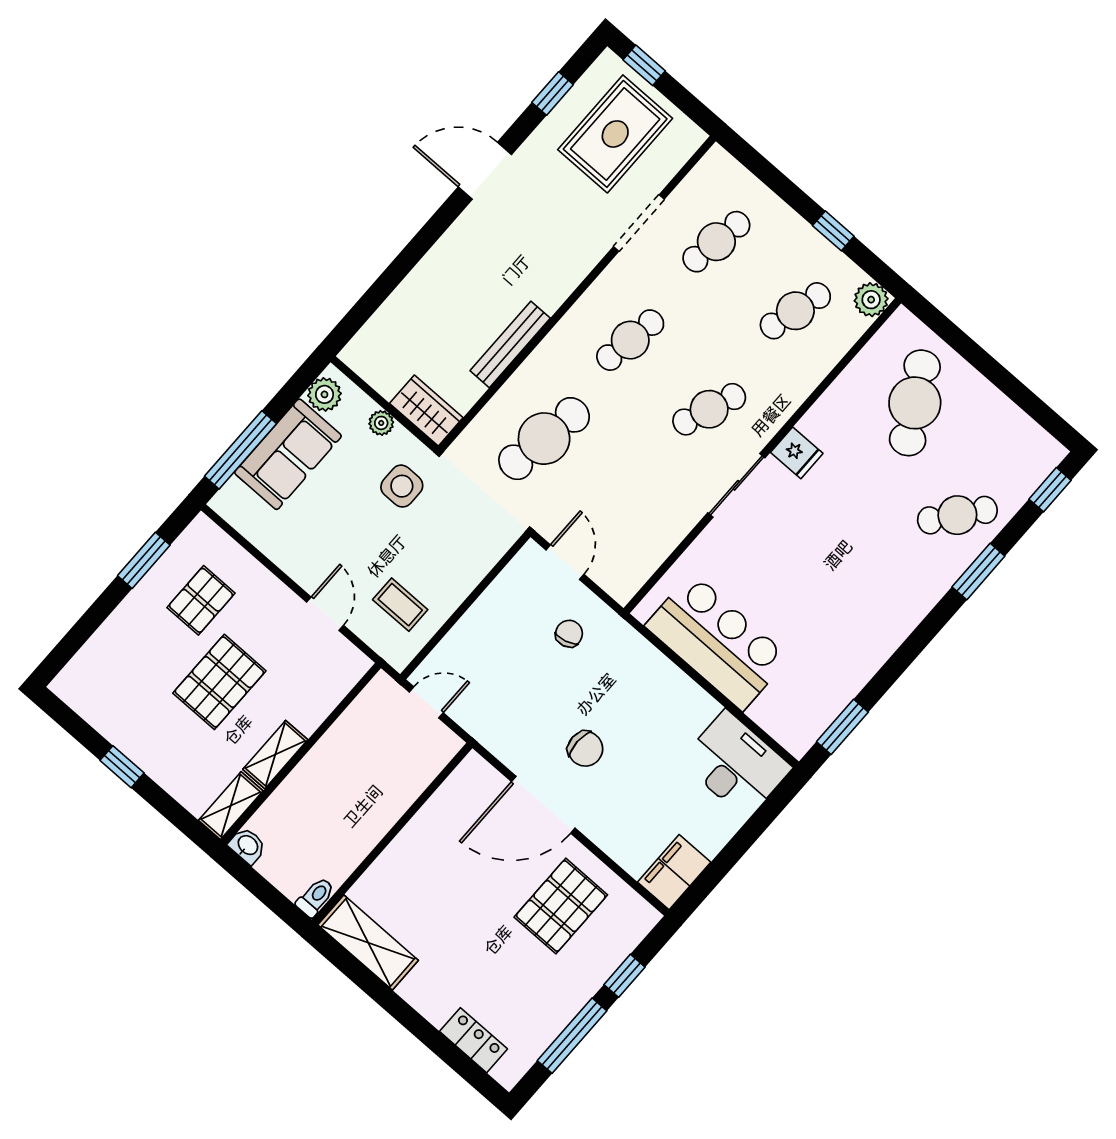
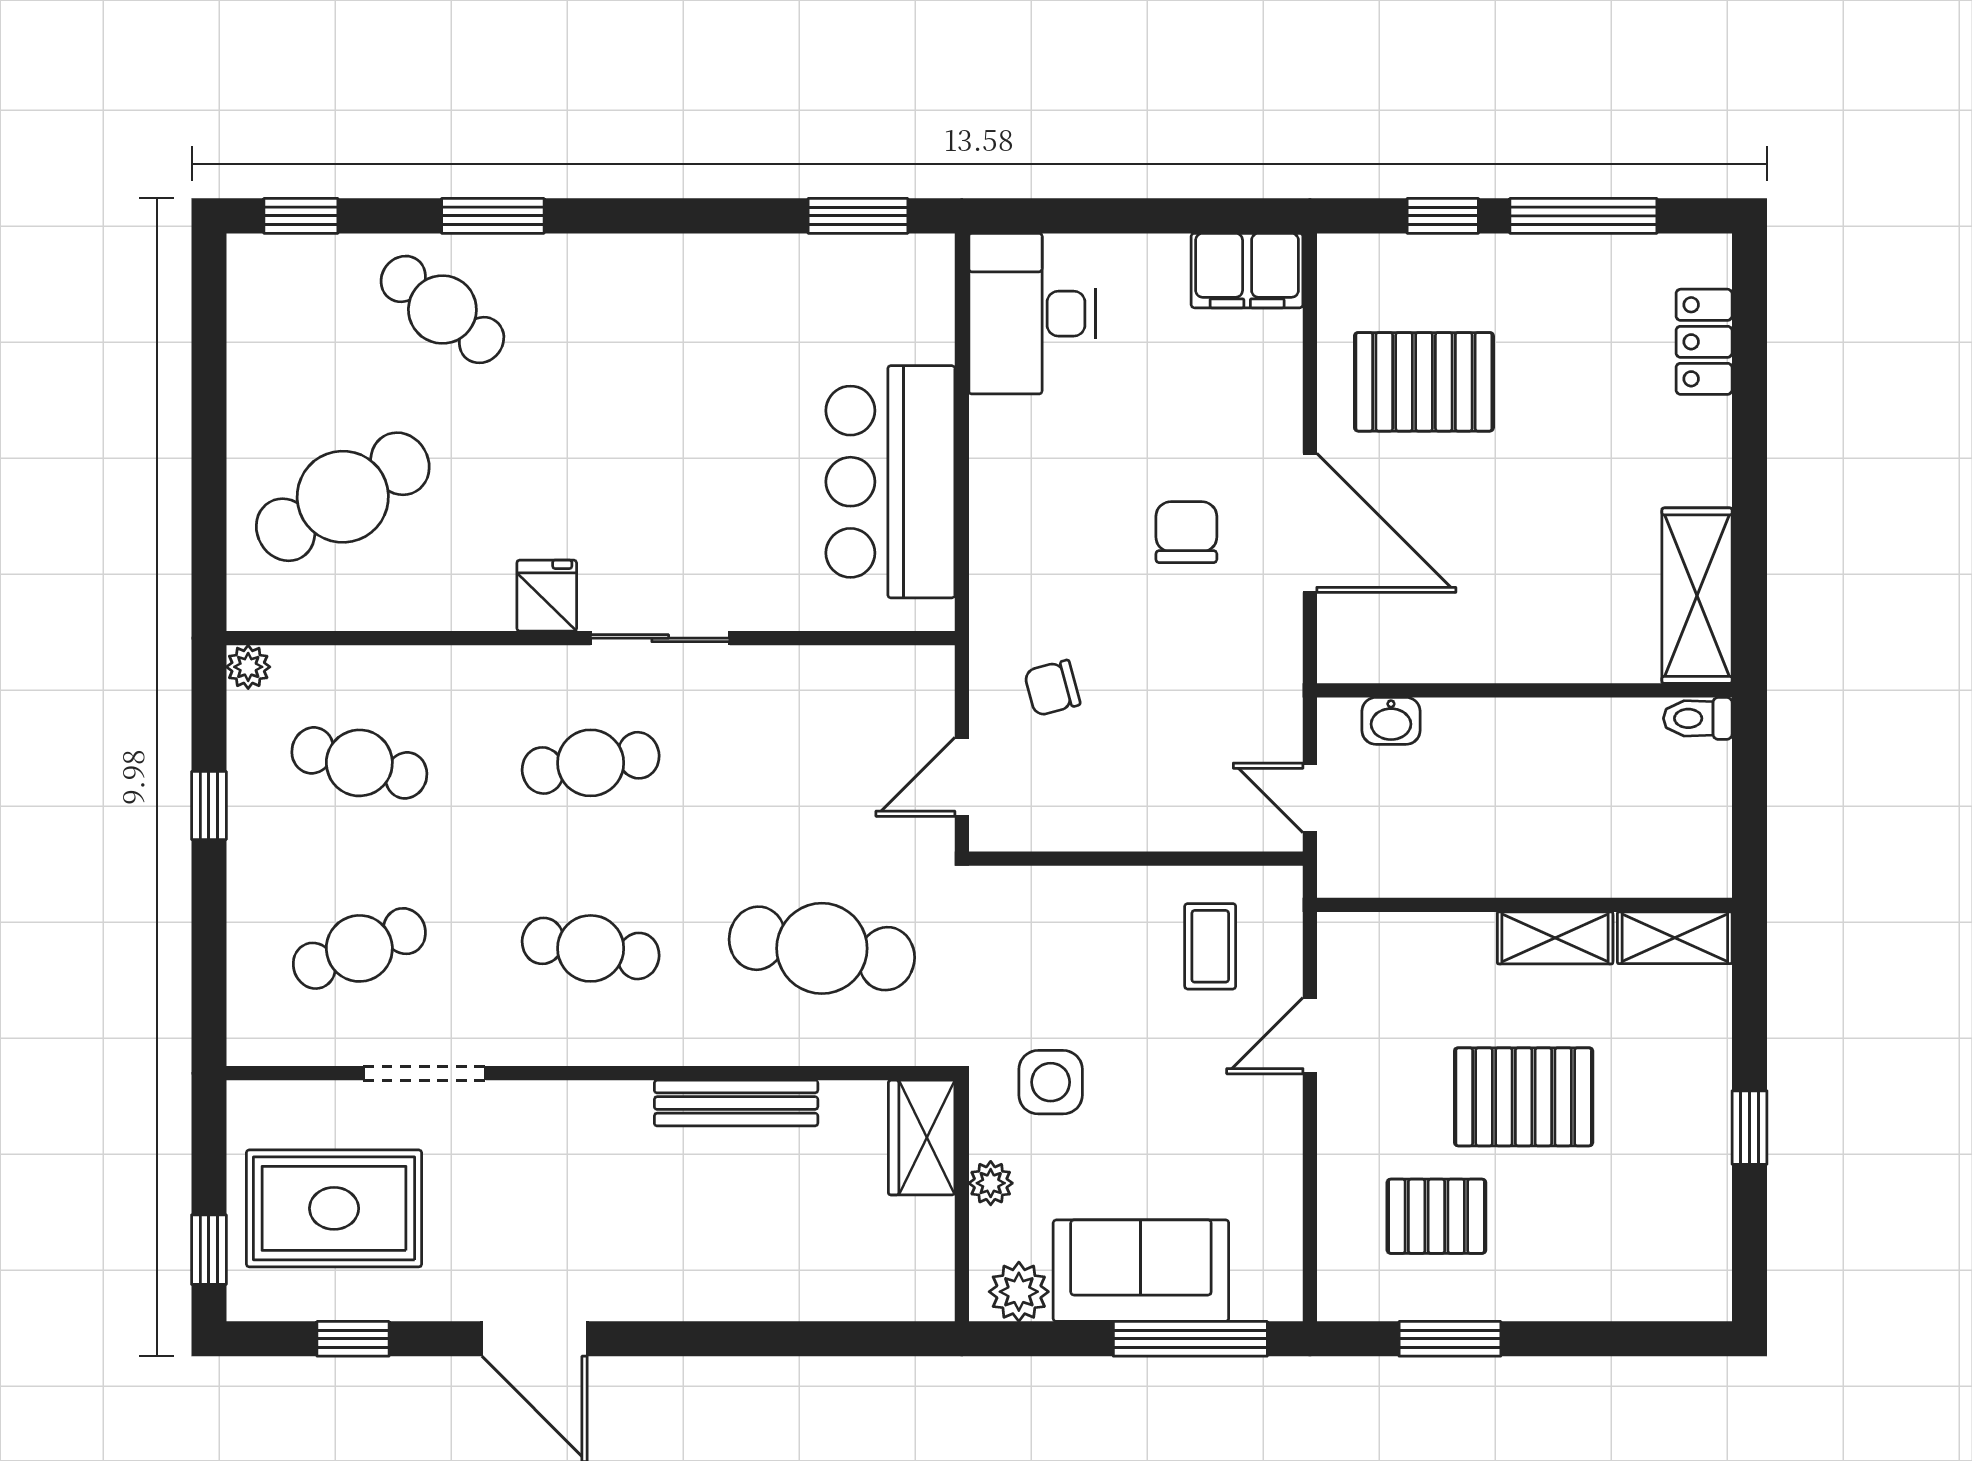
cafe table: (716, 242) -> (359, 948), turned -30
plant: (871, 300) -> (248, 667), width x0.73, depth x0.73
cafe table: (709, 409) -> (591, 763), turned -30
washbasin: (247, 846) -> (1391, 721), moved, turned -90

